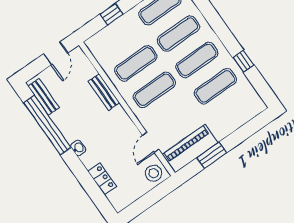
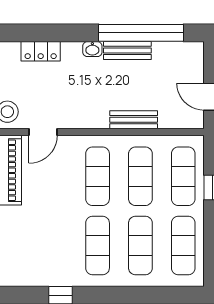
exercise mat: (215, 86) -> (183, 176), moved
bench: (44, 97) -> (127, 50), moved
door: (151, 142) -> (43, 132), swing flipped

